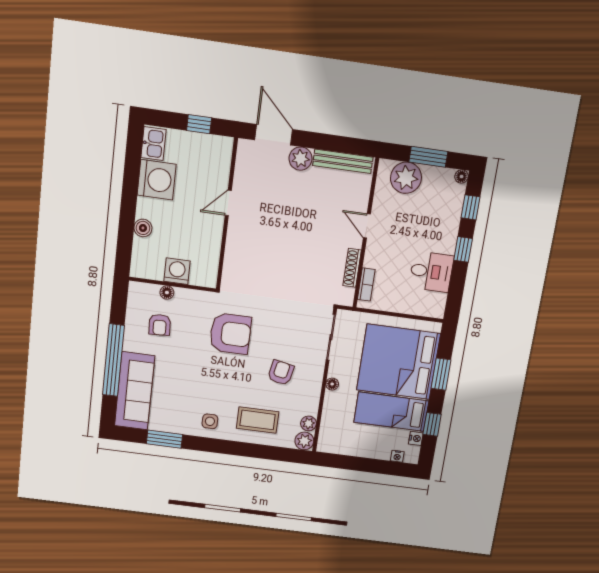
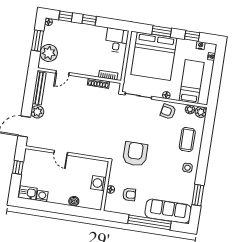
washing machine: (157, 180) -> (42, 196), width x0.53, depth x0.53
door: (367, 226) -> (62, 73), moved
desk: (431, 272) -> (117, 40), moved
armchair: (281, 373) -> (168, 112), moved
bed: (391, 412) -> (192, 82), moved, turned 180

